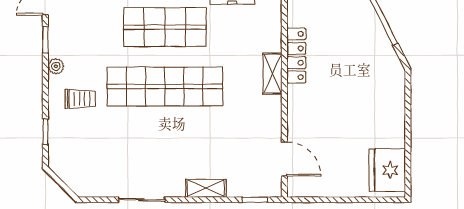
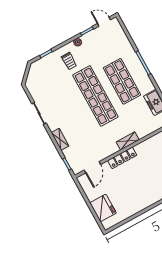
locker: (296, 56) -> (122, 158), moved
fridge: (387, 170) -> (103, 208), moved, turned 90

